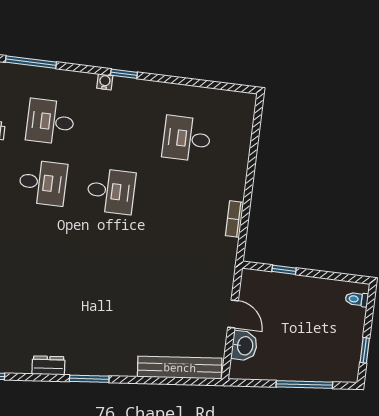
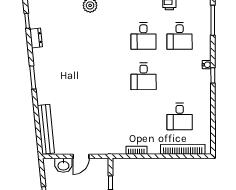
desk: (50, 122) -> (180, 36), turned 180
desk: (187, 139) -> (180, 117), turned 180
bookcase: (243, 140) -> (183, 149), added
dresser: (48, 365) -> (36, 38), moved

